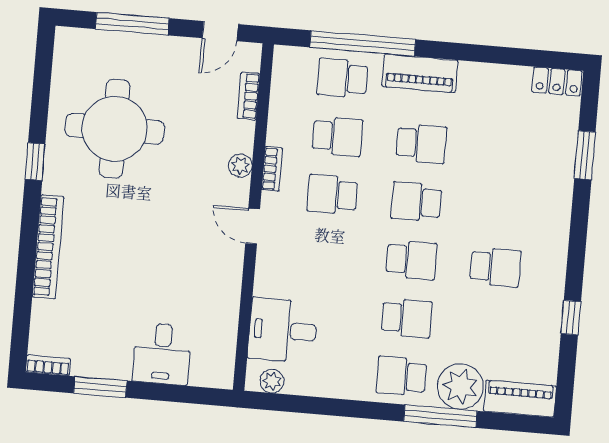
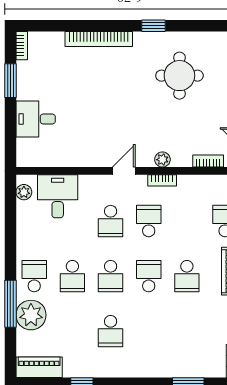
round table: (115, 129) -> (179, 76), width x0.73, depth x0.73
school desk: (337, 136) -> (111, 221), moved
piano: (520, 399) -> (39, 367), moved, turned -90

